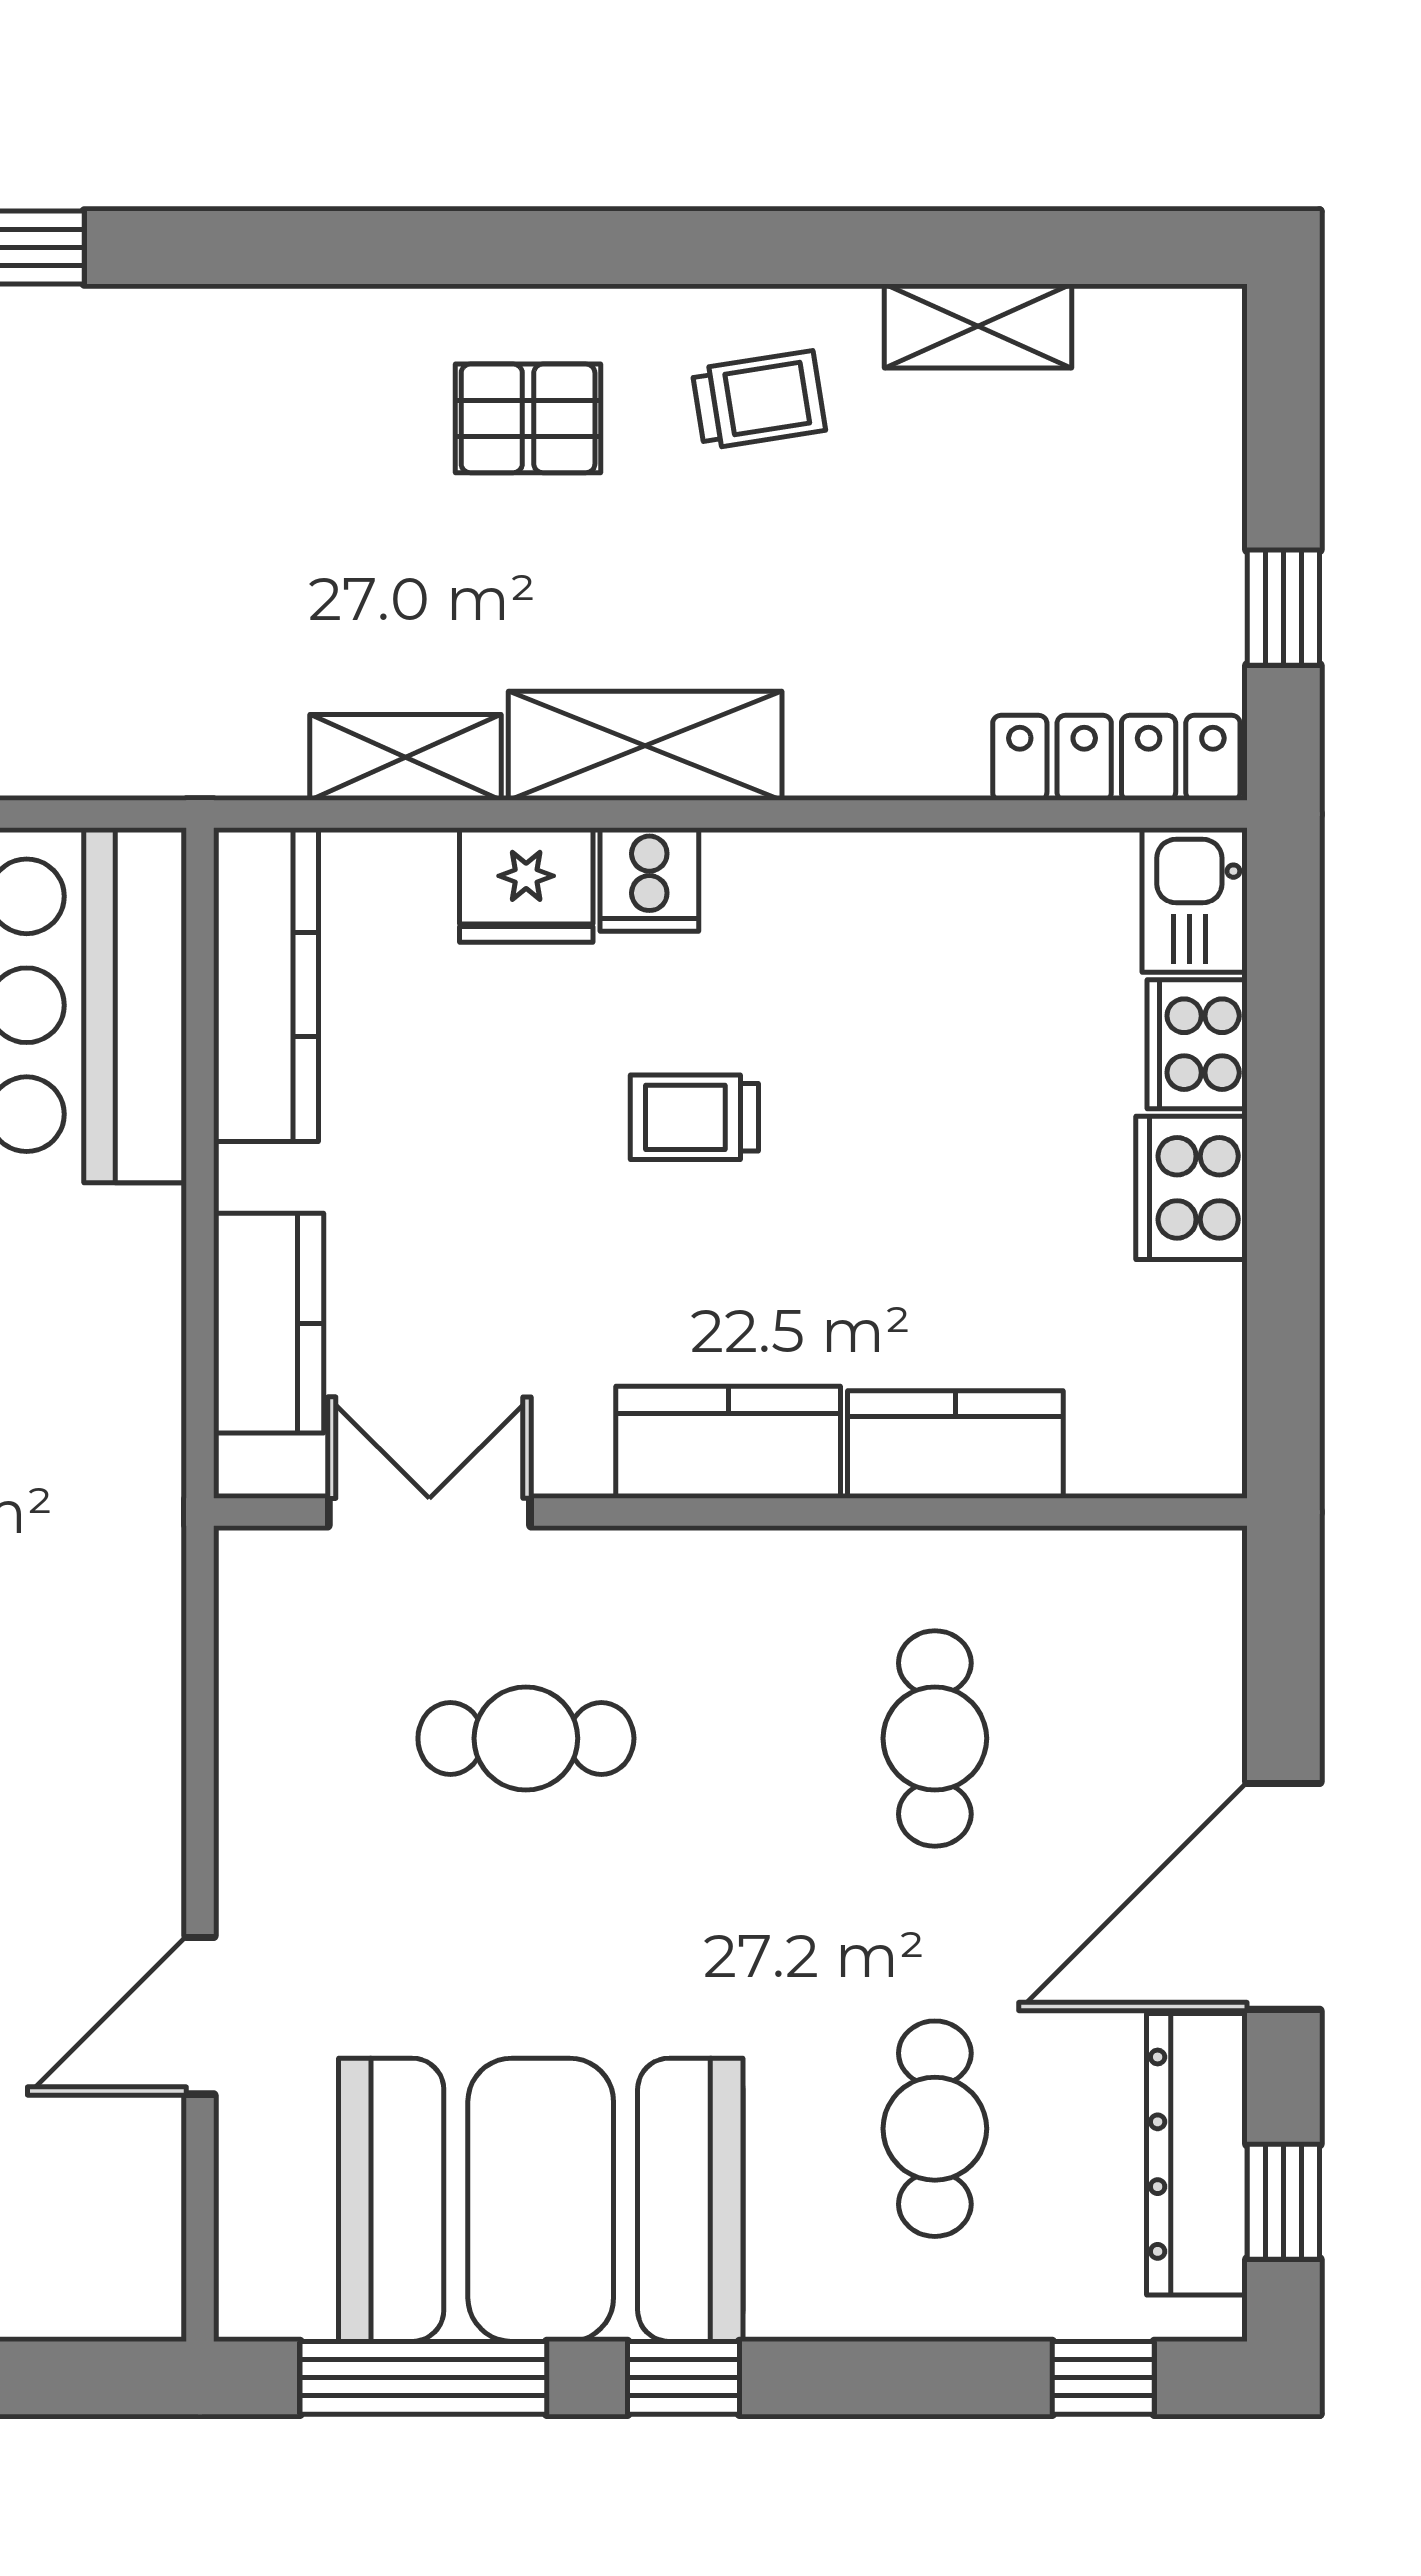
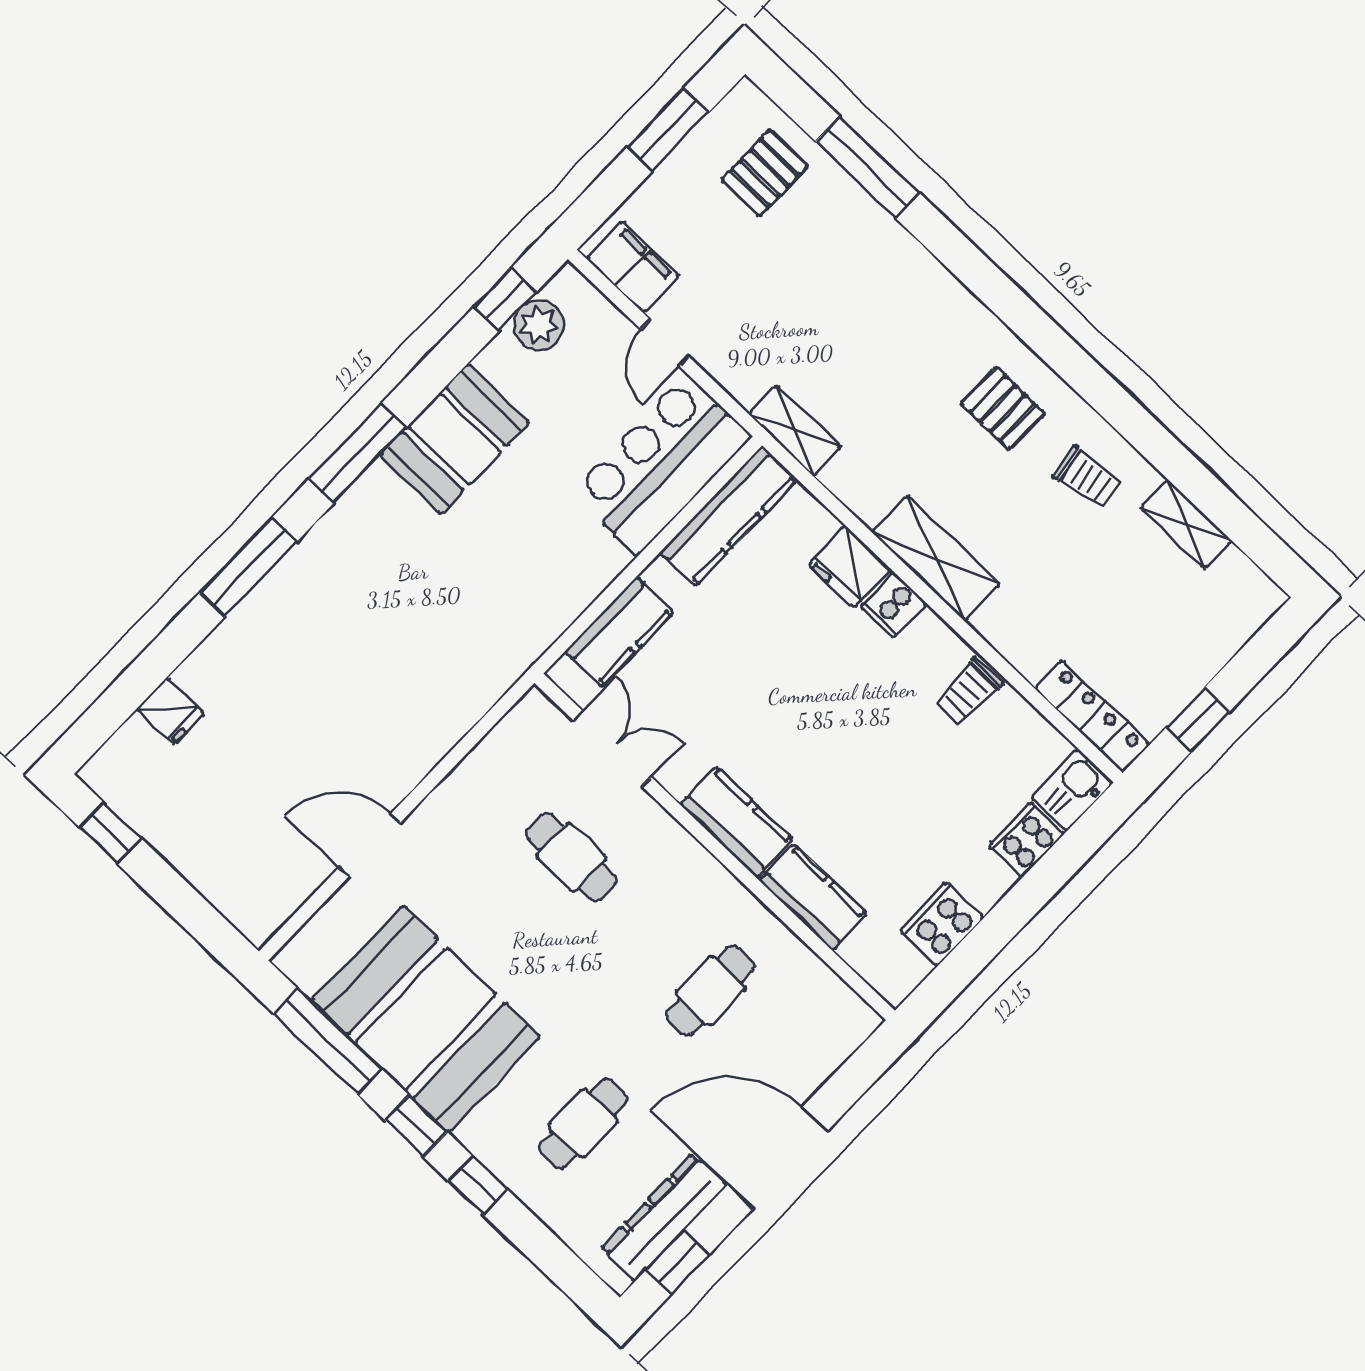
shelving: (405, 757) -> (795, 430), moved
trolley: (694, 1117) -> (968, 692), moved, turned -90
cooker: (1192, 1188) -> (942, 924), moved
window: (1103, 2378) -> (478, 1185), moved

